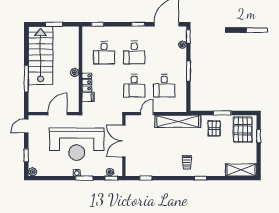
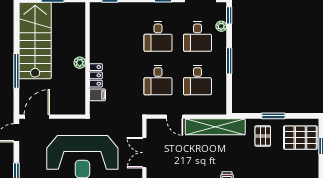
desk: (104, 53) -> (197, 36), moved
door: (58, 114) -> (37, 117), moved
door: (147, 114) -> (175, 117), swing flipped
pallet: (243, 130) -> (300, 138), turned 90
double door: (124, 141) -> (144, 153), width x0.73

